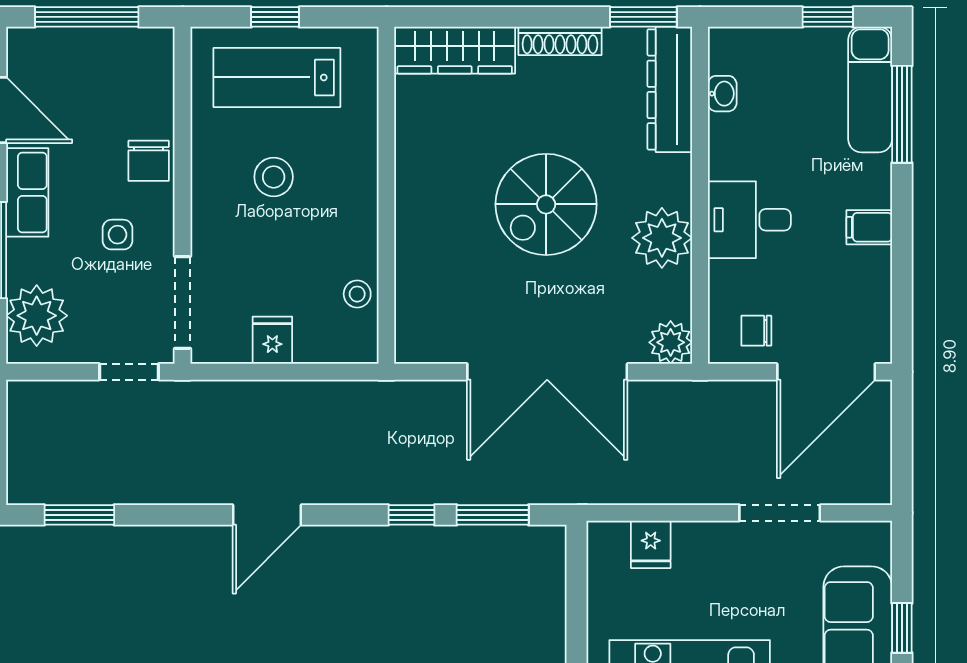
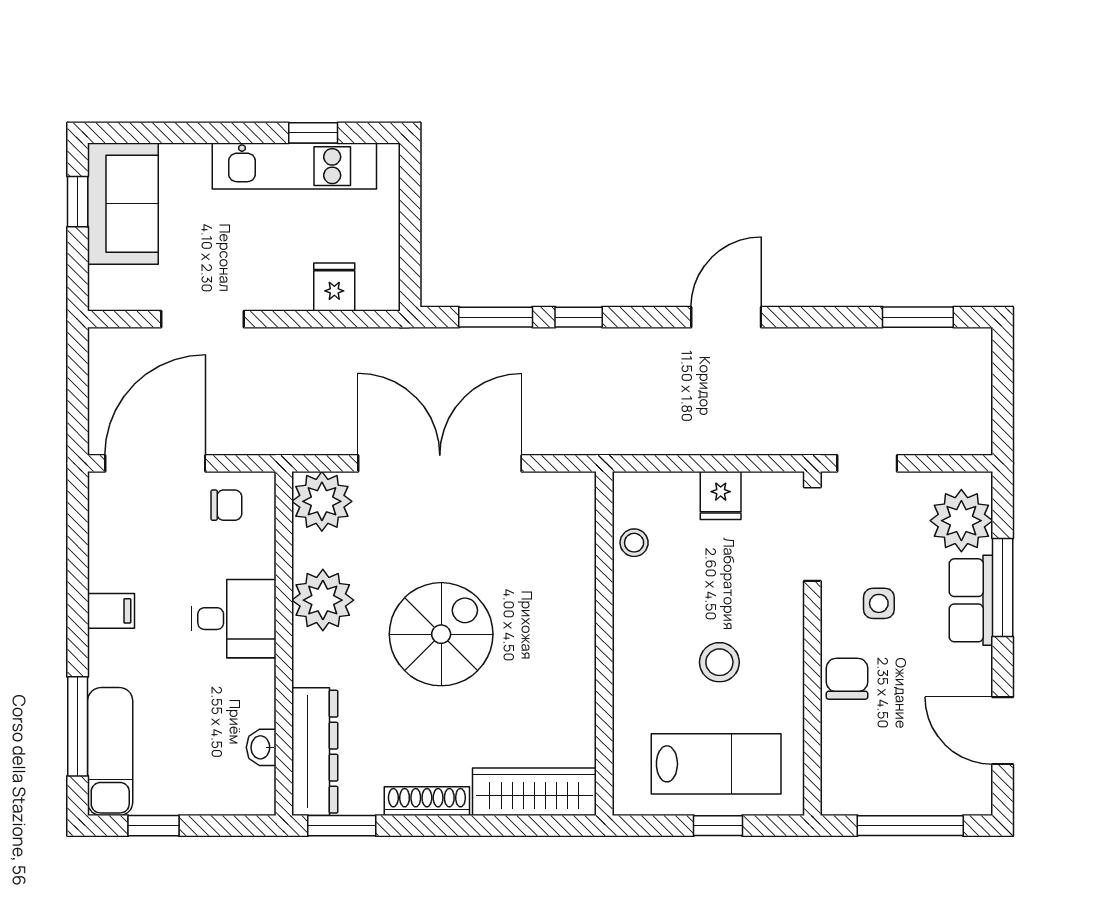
row of seats: (27, 192) -> (971, 600), moved
plant: (671, 342) -> (322, 501), width x1.36, depth x1.36

